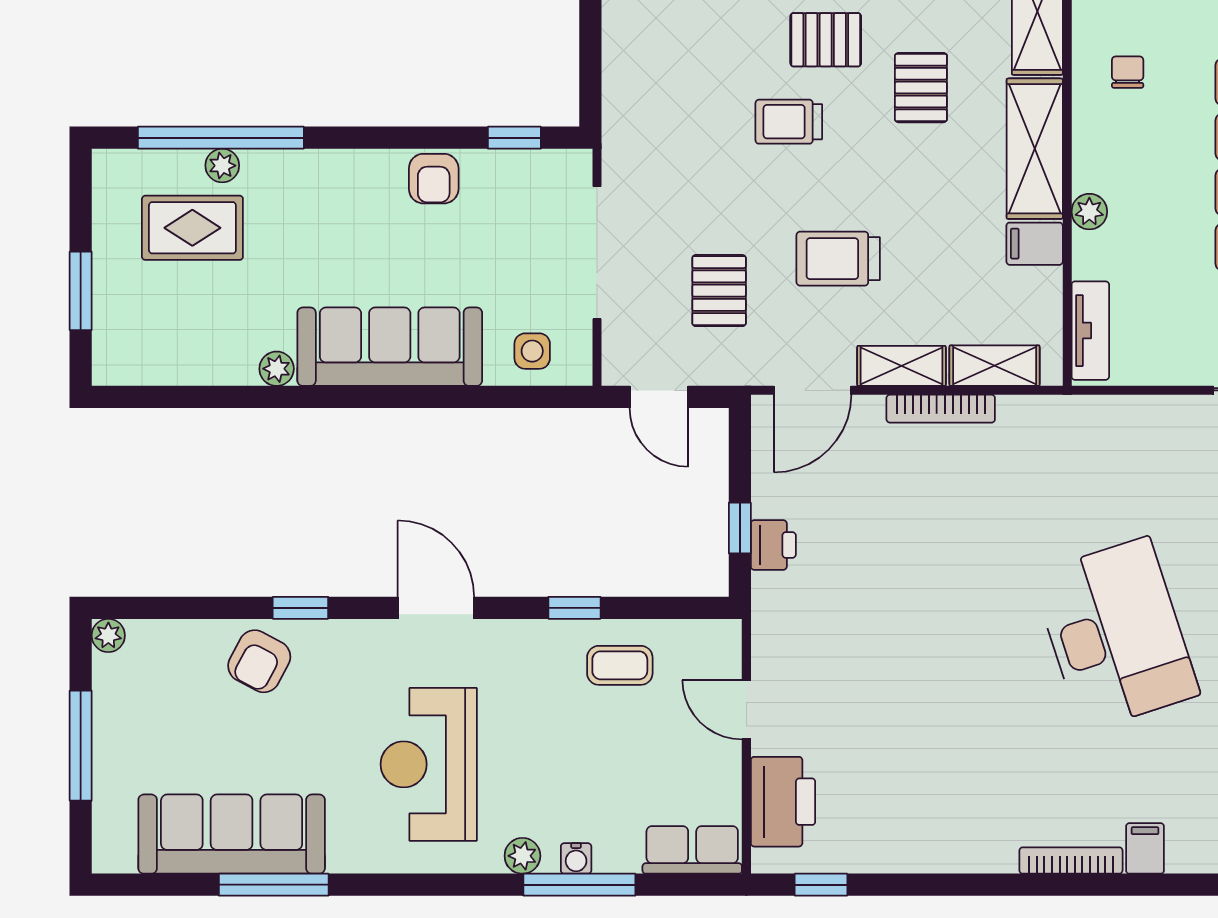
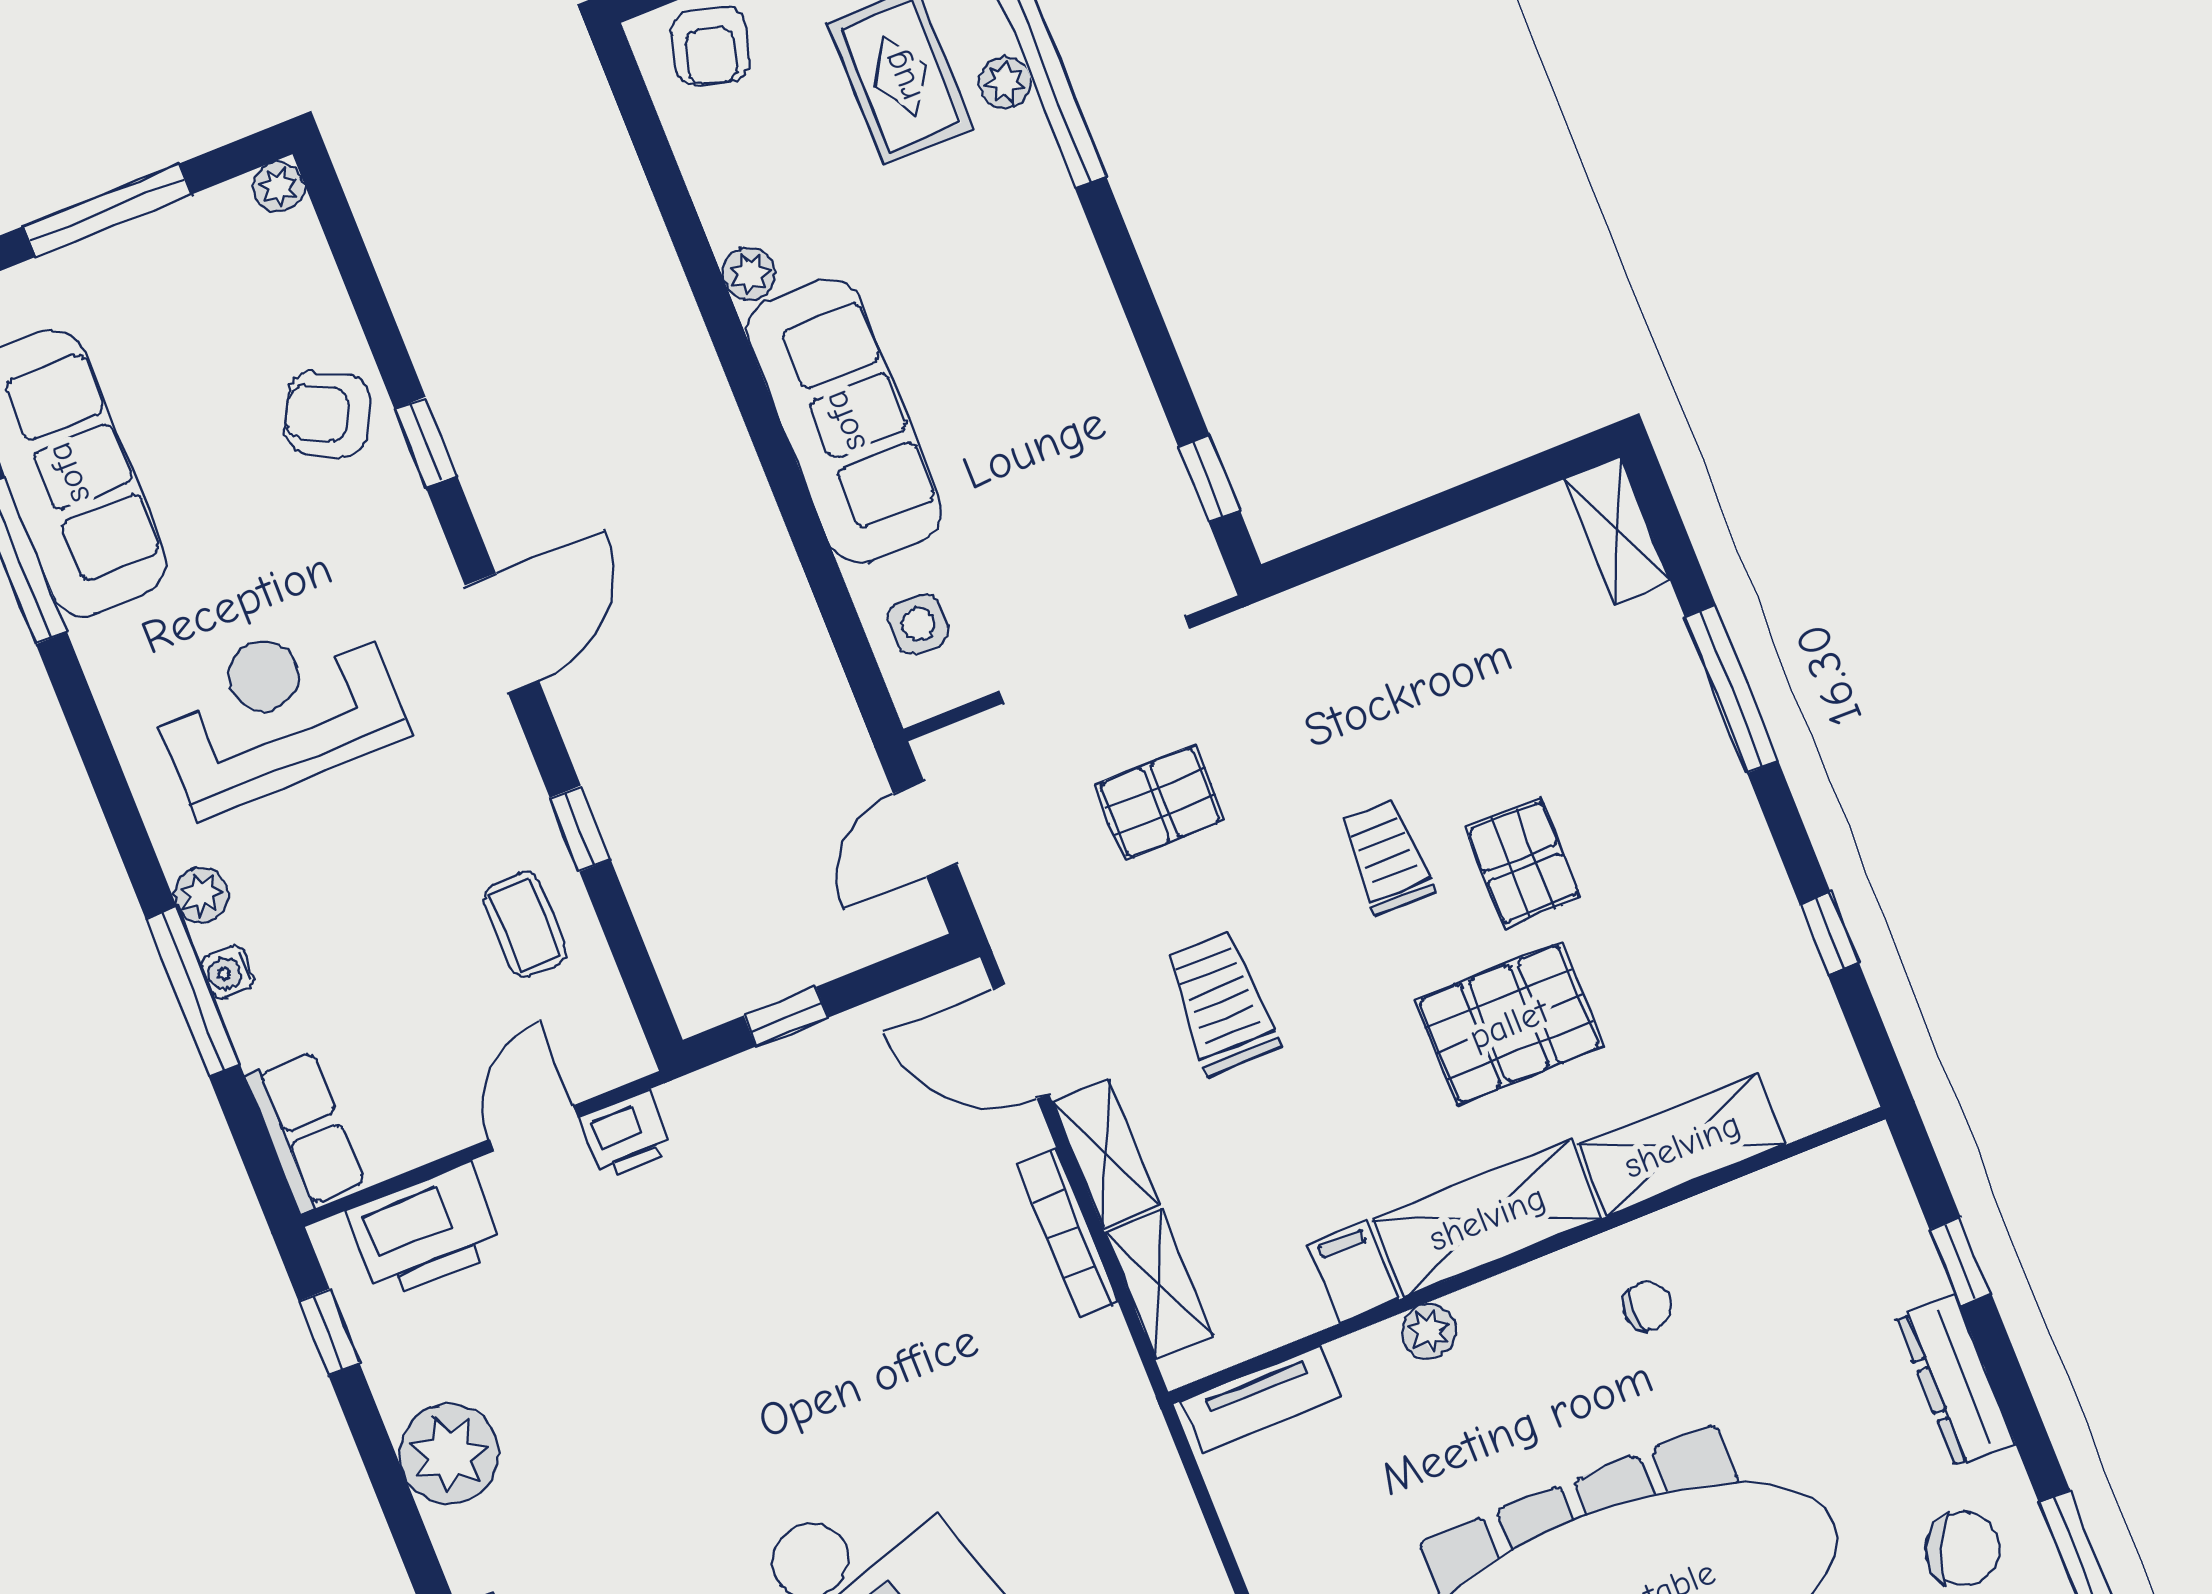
pallet: (921, 88) -> (1509, 1024), width x1.50, depth x1.42
armchair: (434, 179) -> (710, 46), moved, turned -75
pallet: (719, 291) -> (1160, 802), moved
printer: (773, 545) -> (626, 1135), moved
plant: (925, 841) -> (449, 1454), added

